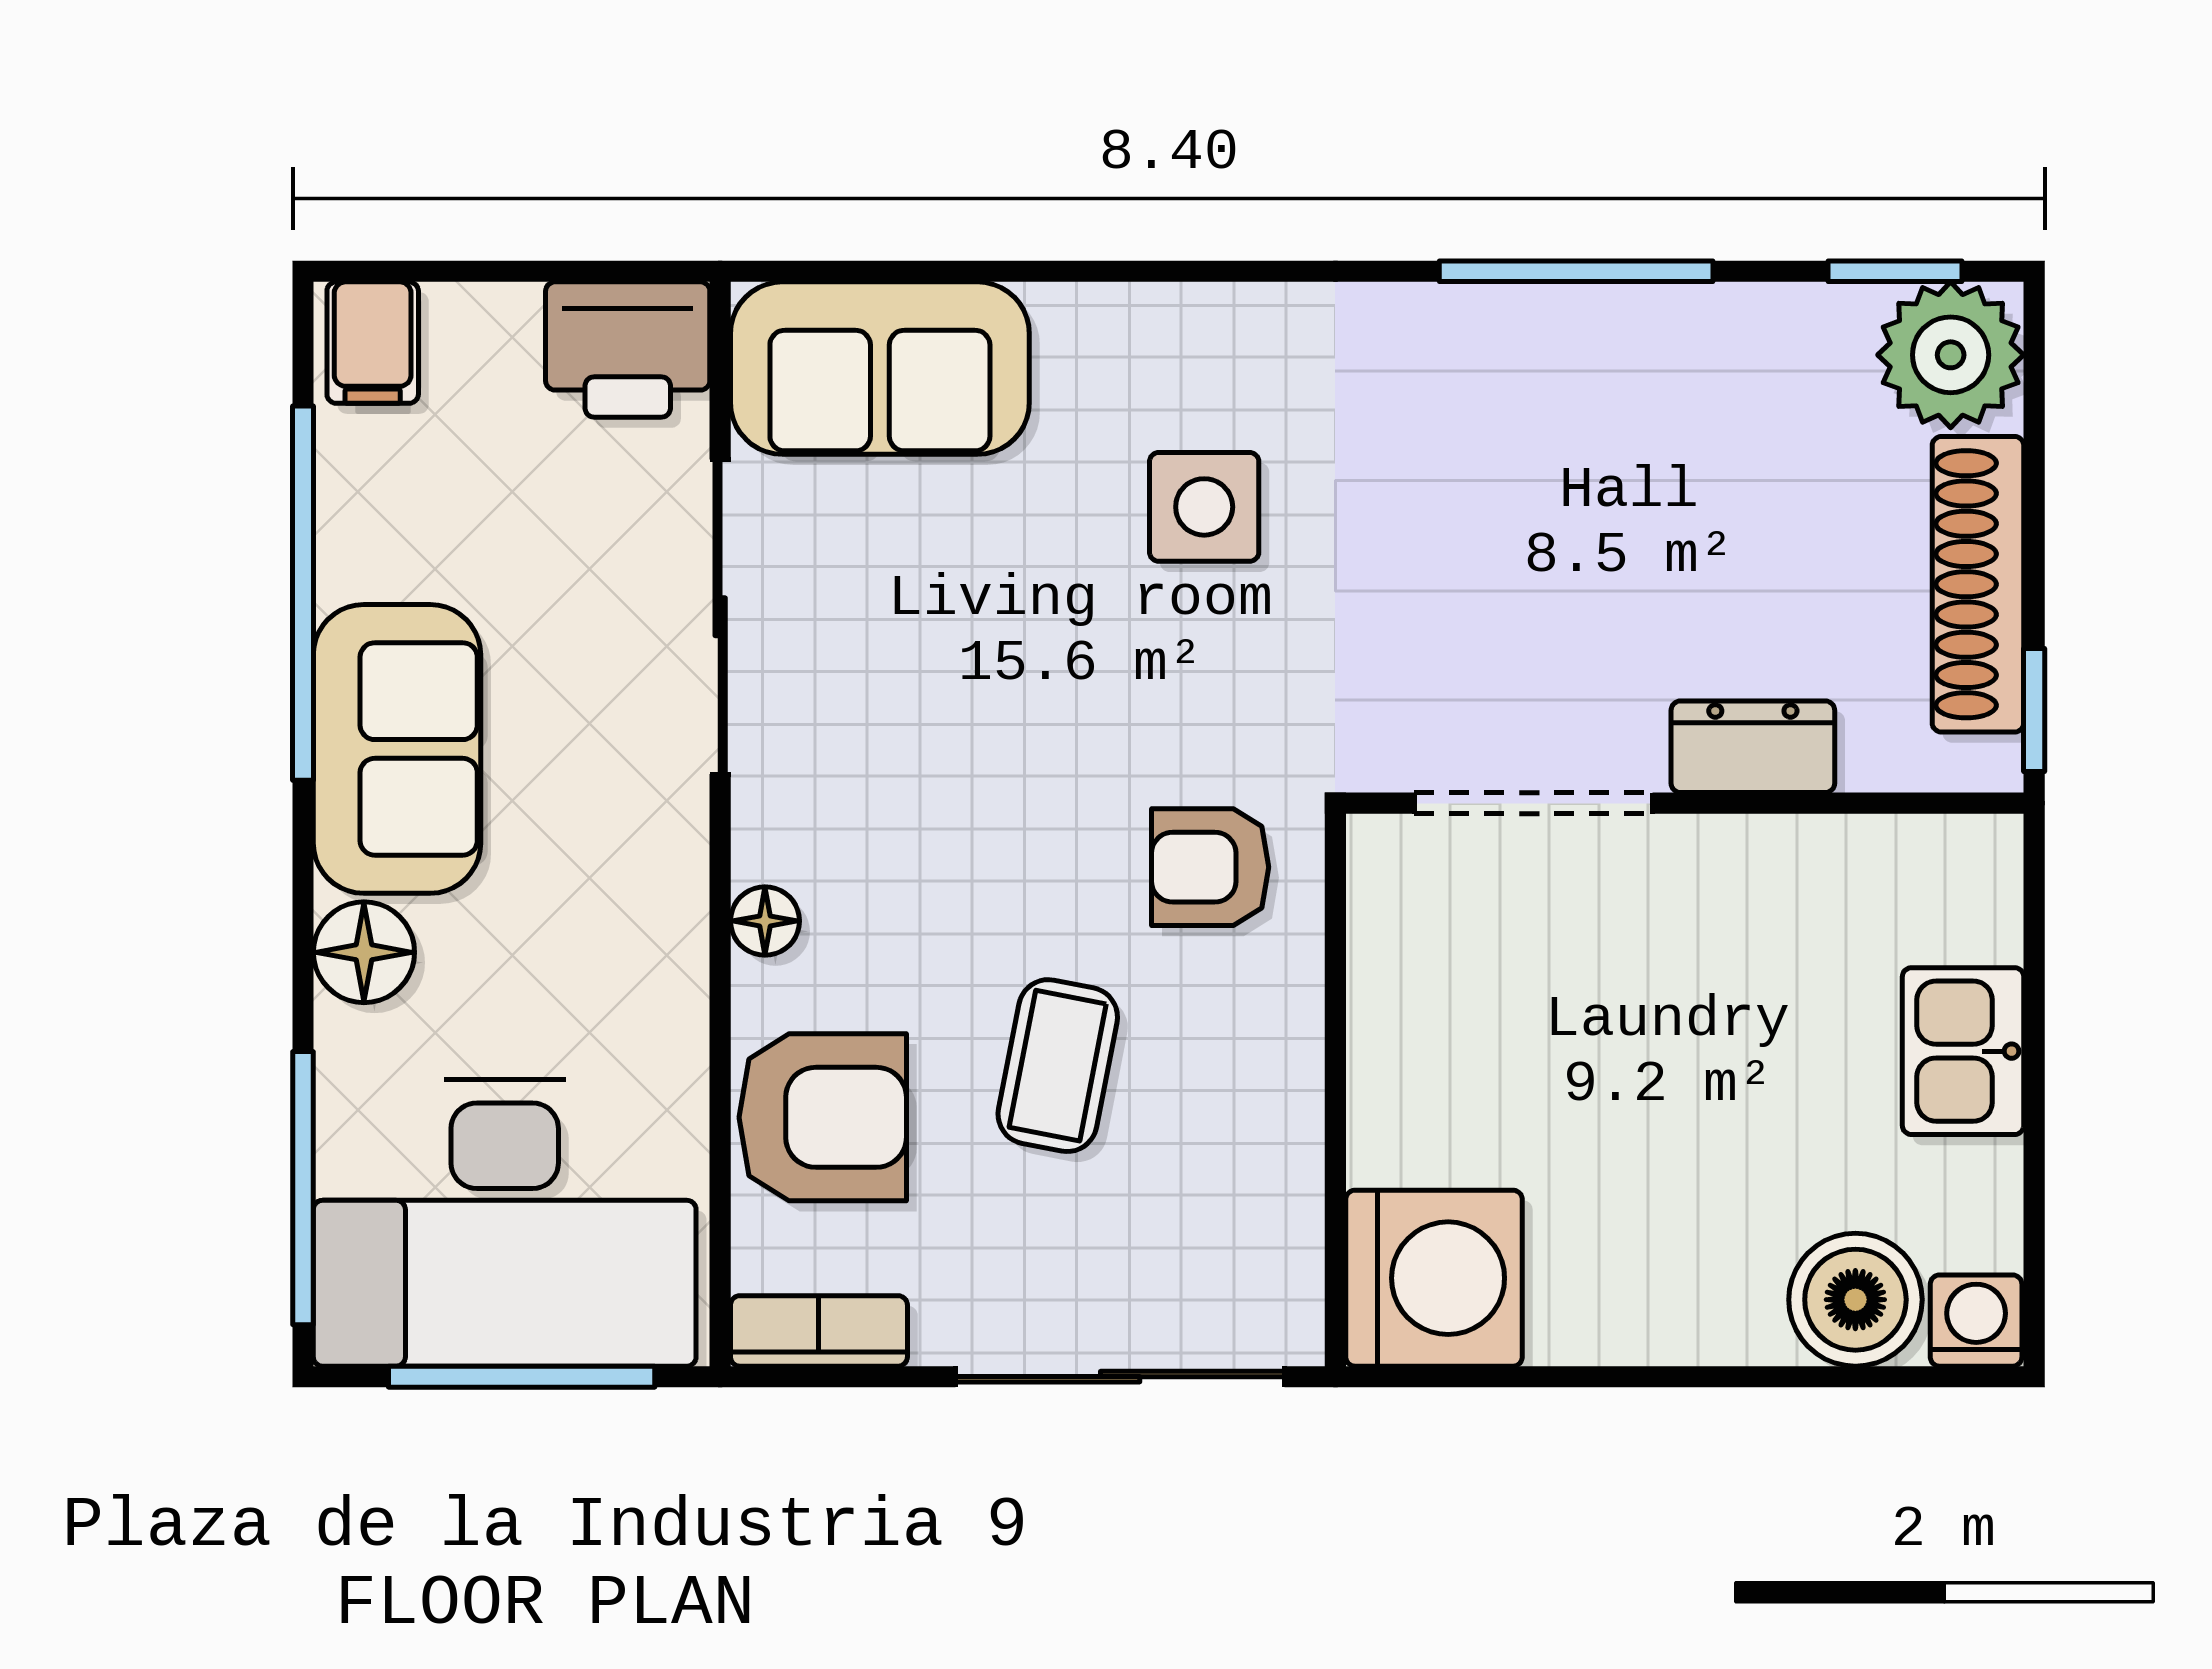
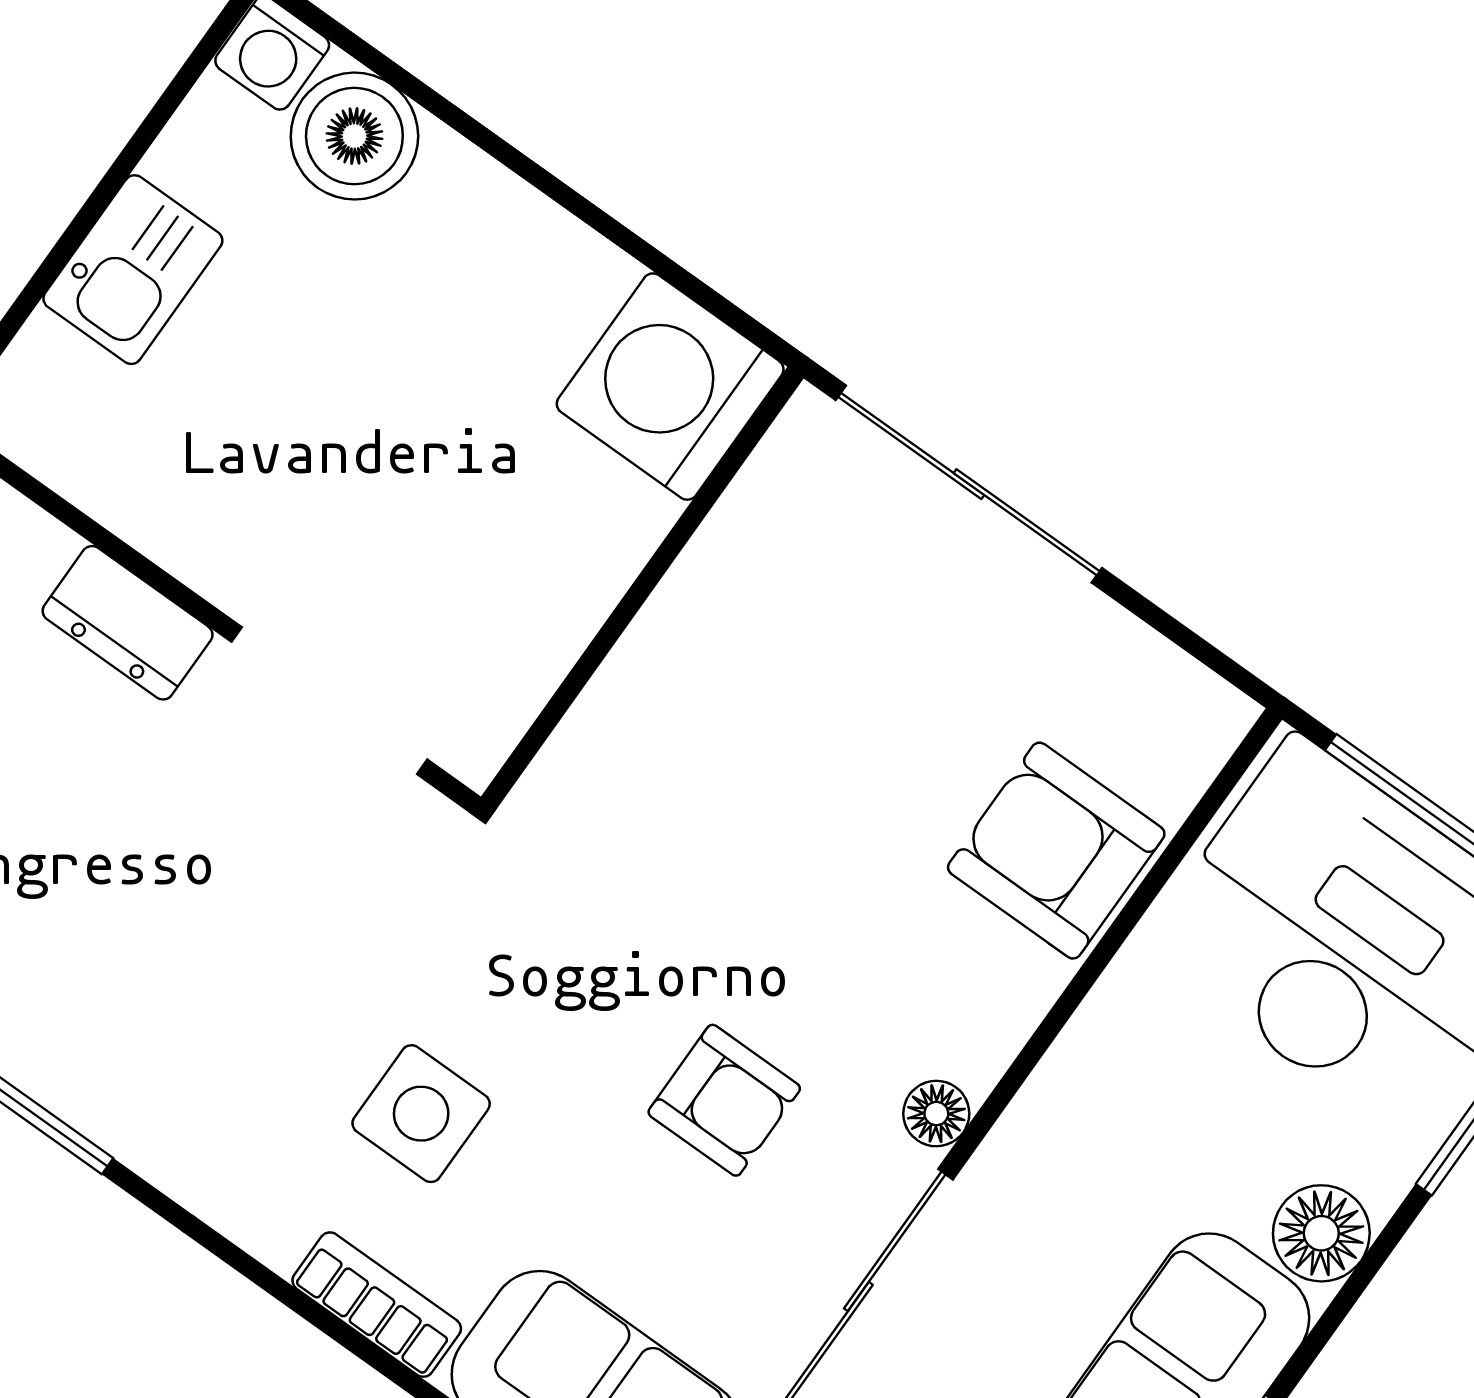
armchair: (1210, 867) -> (724, 1100), moved
floor lamp: (765, 921) -> (936, 1114), moved
coffee table: (1058, 1066) -> (845, 760), removed
bookcase: (819, 1331) -> (377, 1305), moved, turned 180

